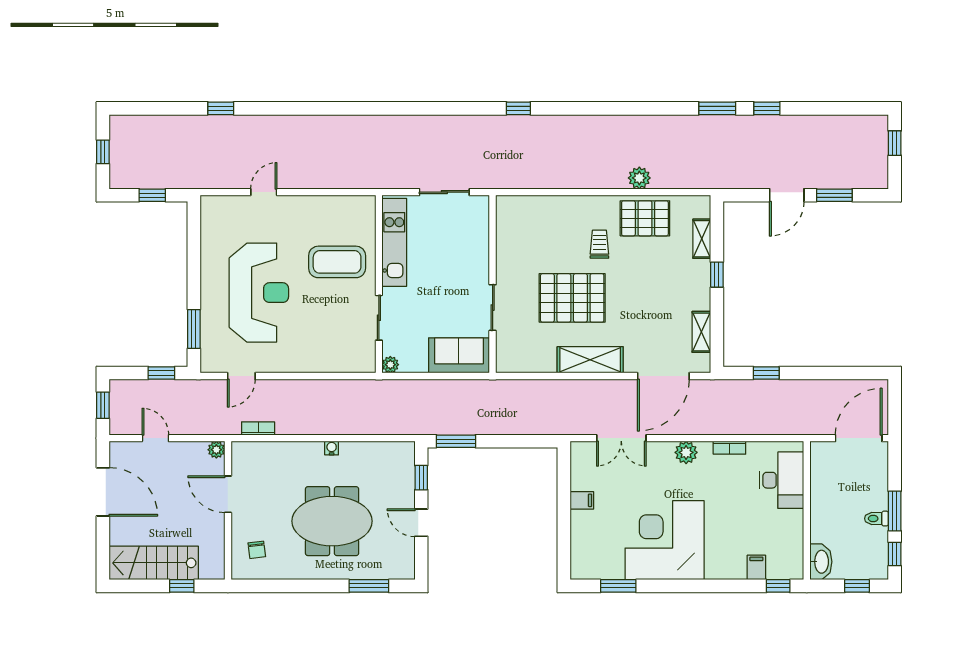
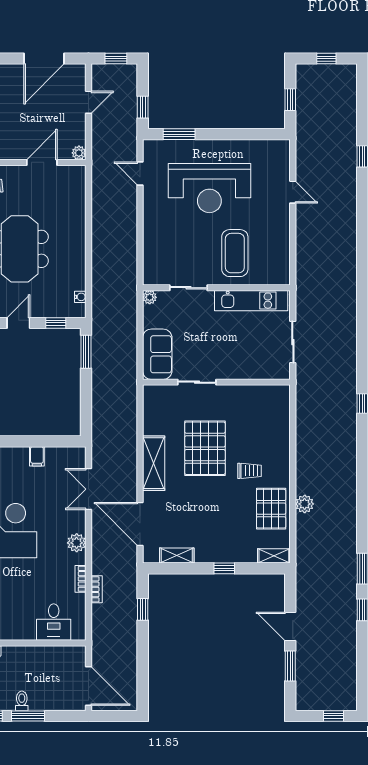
shelving: (702, 239) -> (274, 556), moved
bookcase: (258, 428) -> (97, 589), moved
water cooler: (332, 448) -> (80, 297), moved
desk: (782, 480) -> (54, 622), width x0.73

